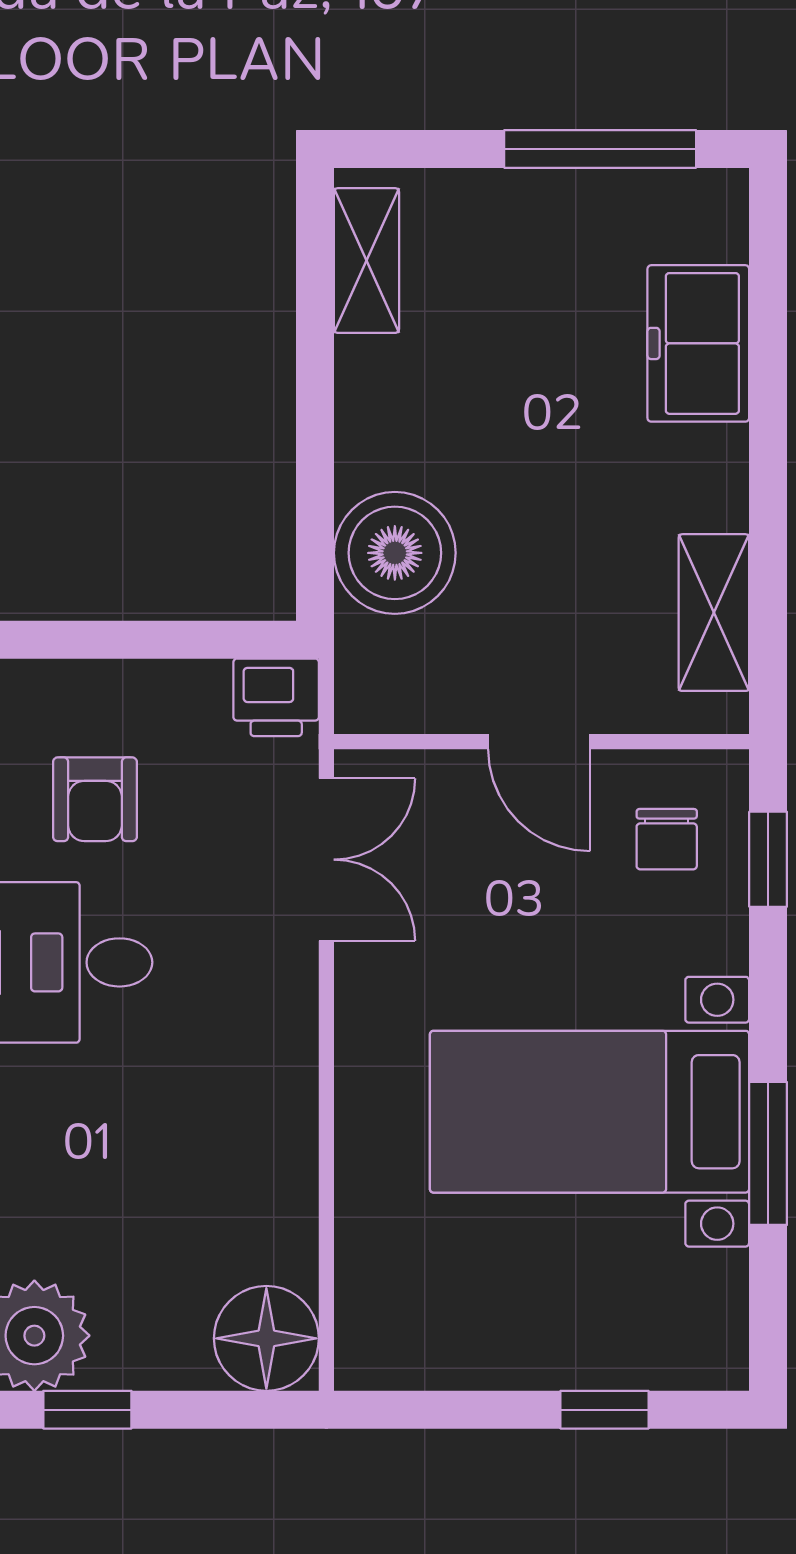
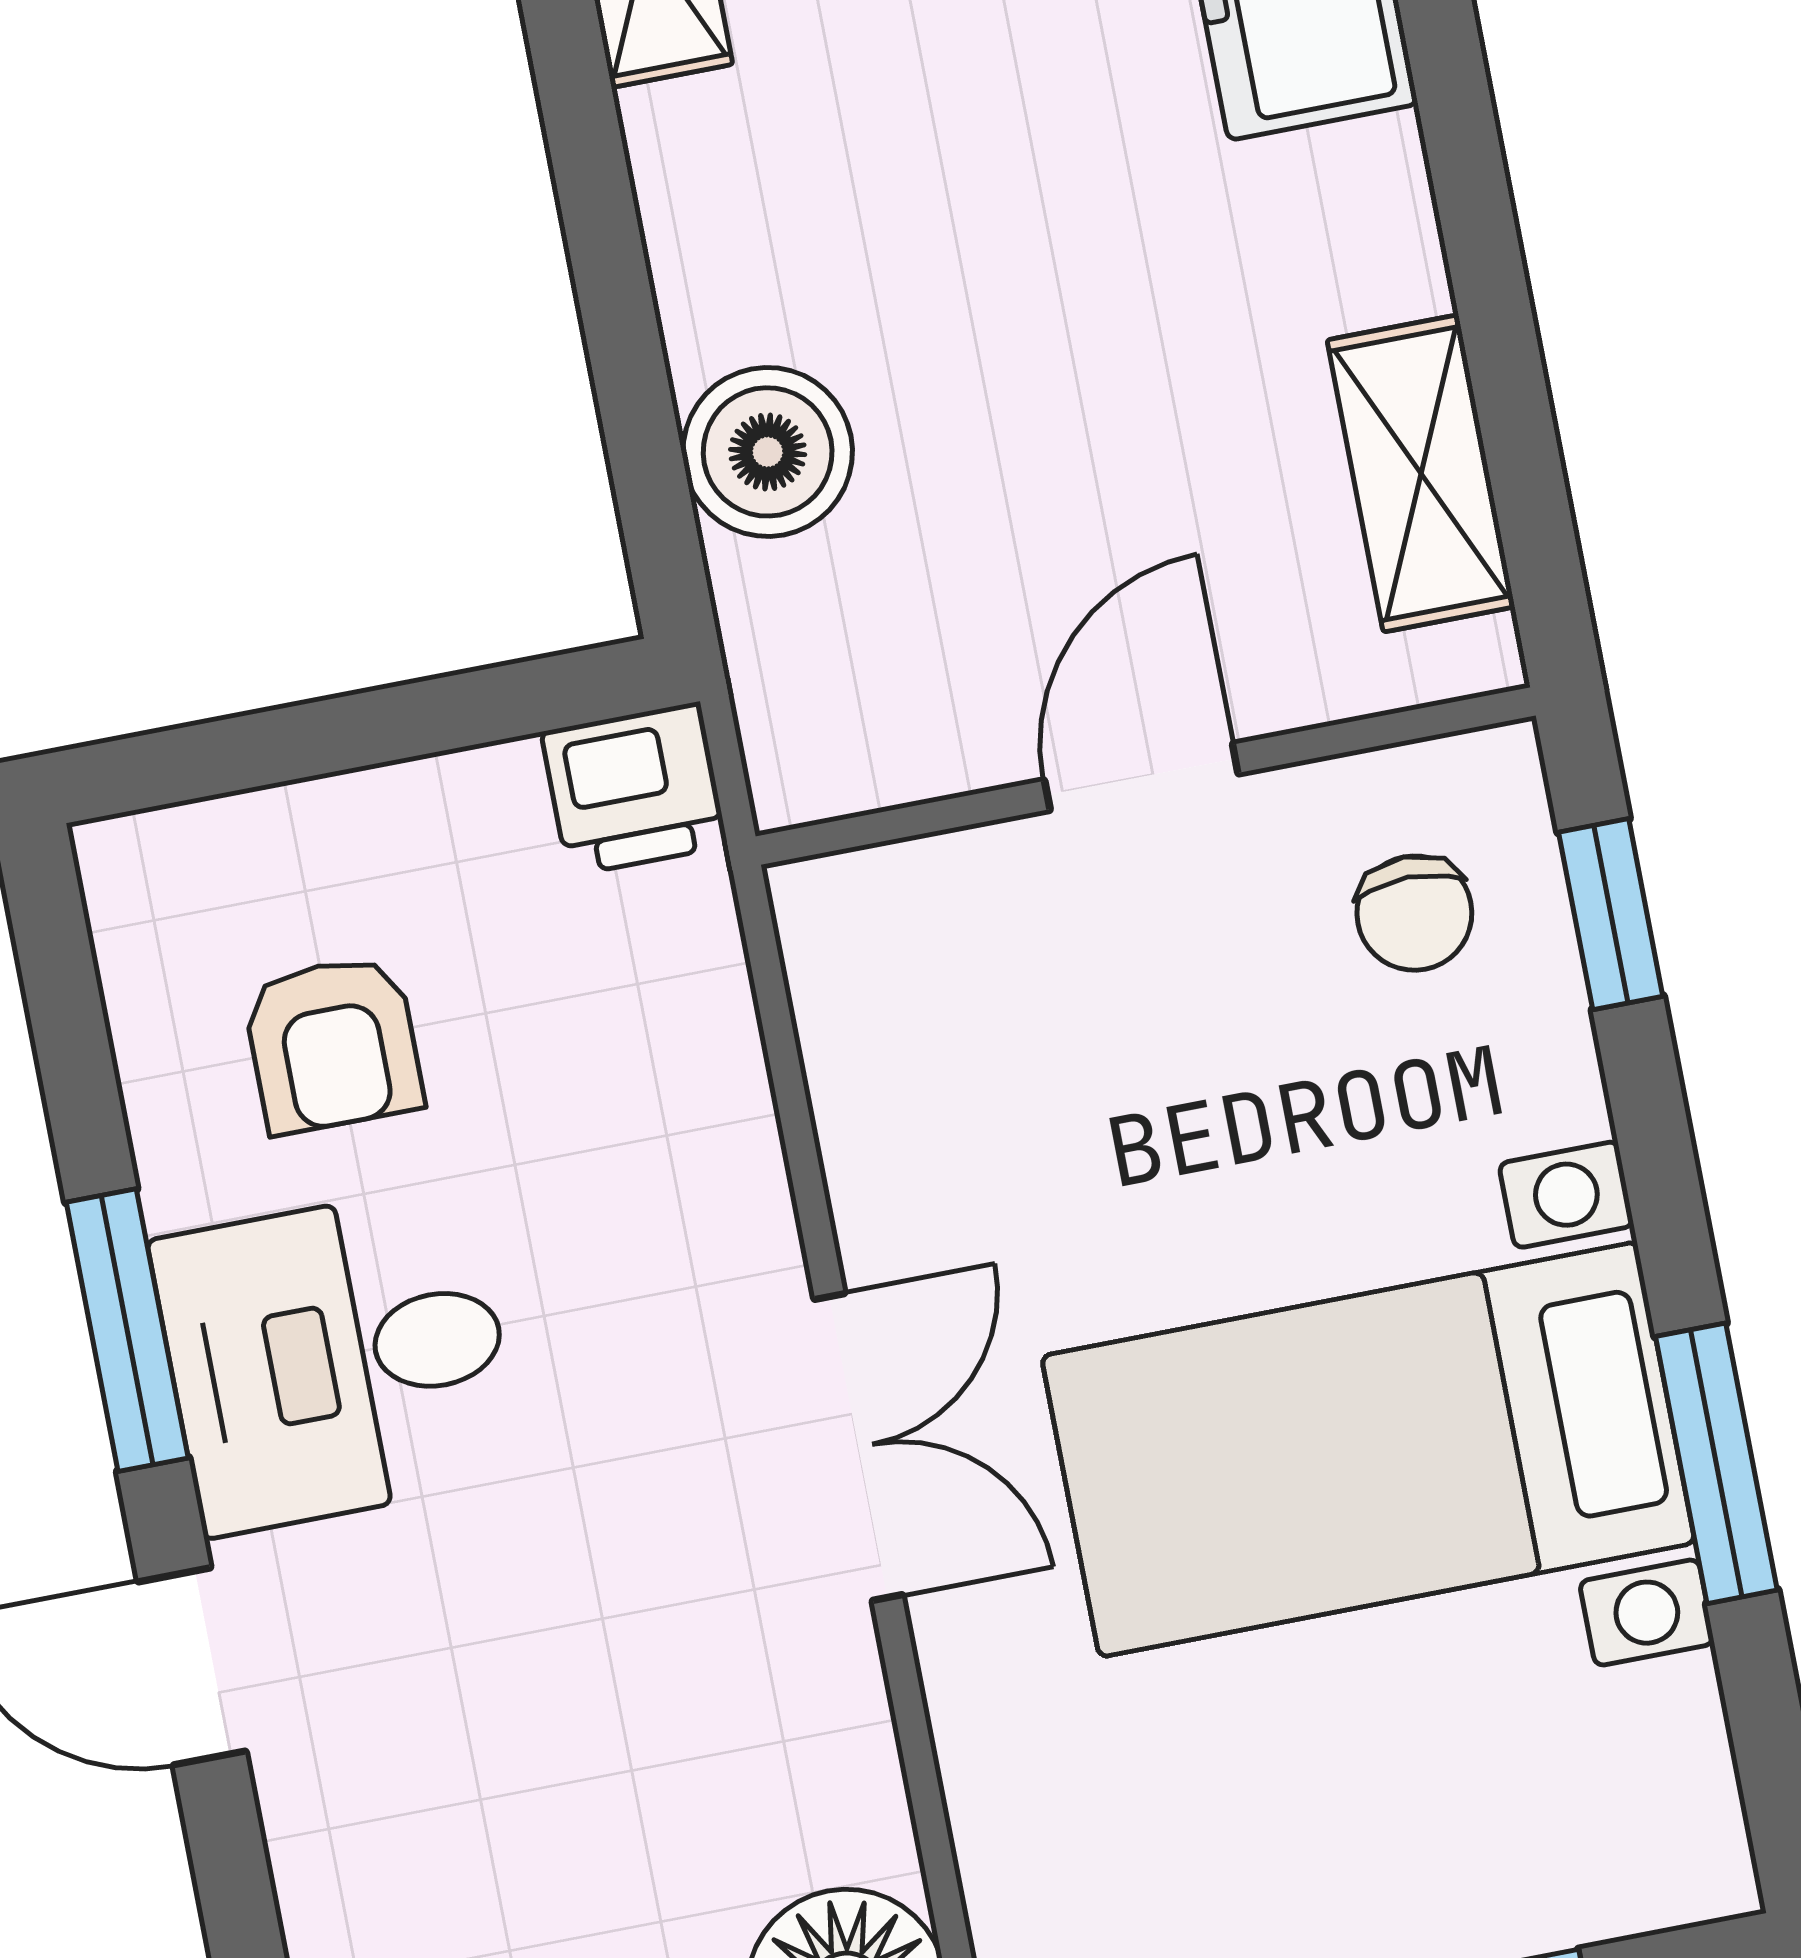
boiler: (395, 553) -> (768, 452), width x0.73, depth x0.73
door: (539, 742) -> (1141, 777), swing flipped
double door: (326, 860) -> (858, 1447), moved

